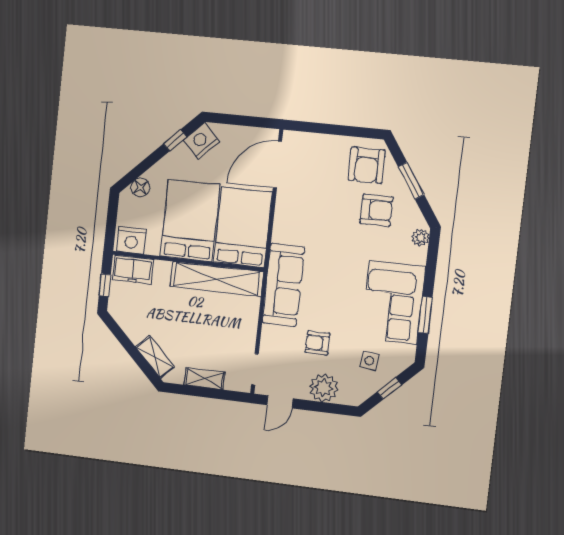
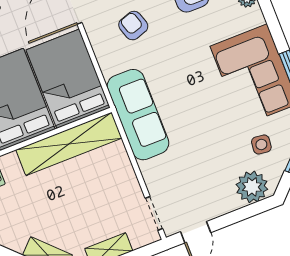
armchair: (318, 343) -> (133, 26), moved, turned 72
plant: (324, 388) -> (252, 187), moved

